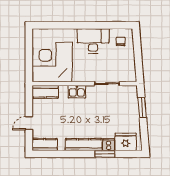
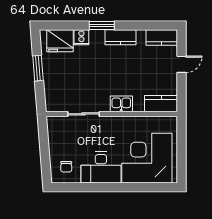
corner desk: (52, 62) -> (147, 158), moved, turned 180
window: (142, 108) -> (38, 68), moved
kitchen counter: (84, 145) -> (120, 37), width x0.67
window: (105, 154) -> (102, 26), moved

